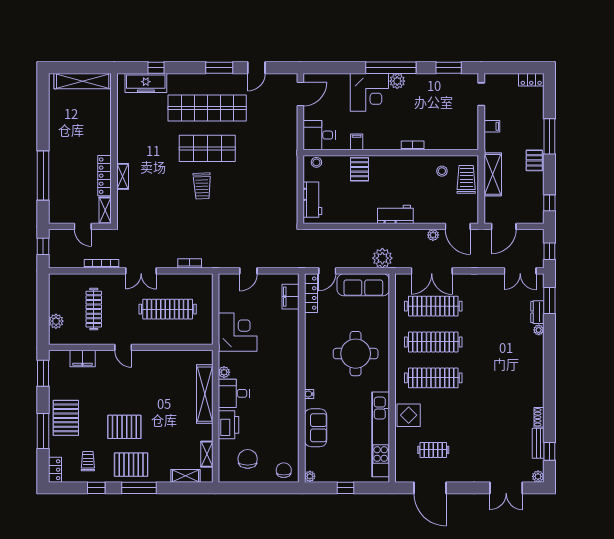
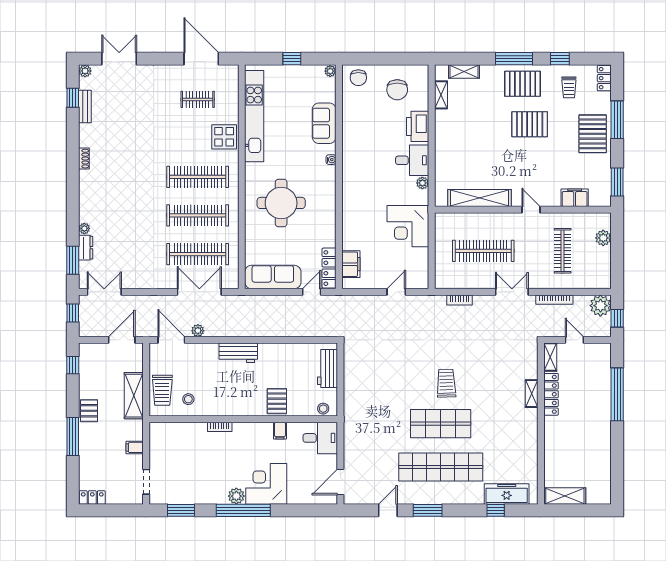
shelving: (83, 81) -> (565, 496), width x0.68
plant: (382, 258) -> (600, 306), moved
shelving: (205, 394) -> (480, 198), moved, turned 90
shoe rack: (539, 417) -> (84, 159), moved

